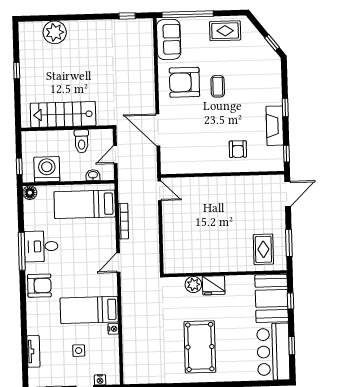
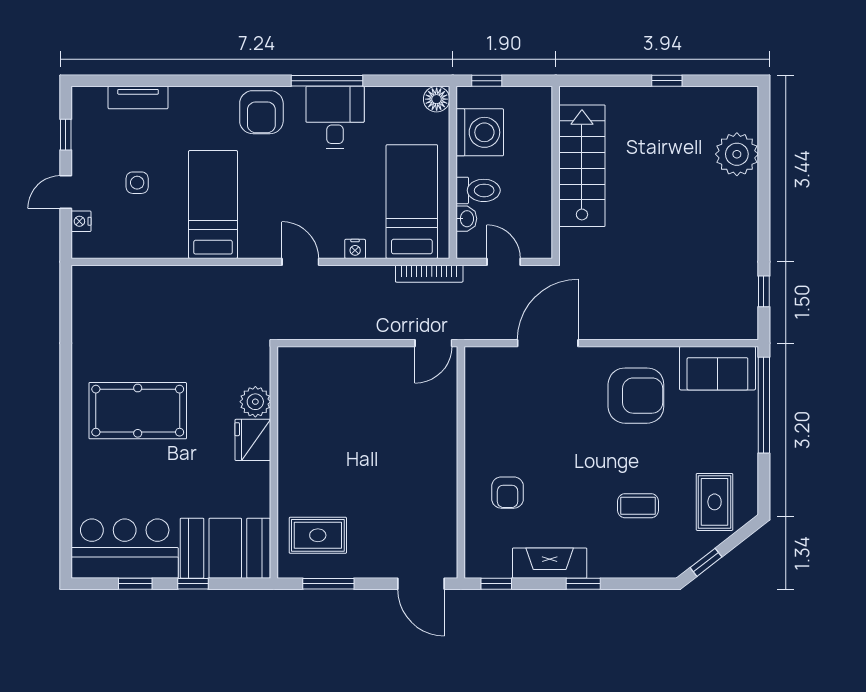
rug: (225, 31) -> (715, 502), moved
armchair: (184, 82) -> (636, 396), turned 90
coffee table: (218, 86) -> (638, 506), moved
toilet: (82, 141) -> (478, 190), moved, turned 180
armchair: (238, 149) -> (508, 493), turned -90
bookcase: (123, 221) -> (429, 274), moved
window: (291, 301) -> (193, 584), moved
nightstand: (113, 329) -> (355, 249), moved

